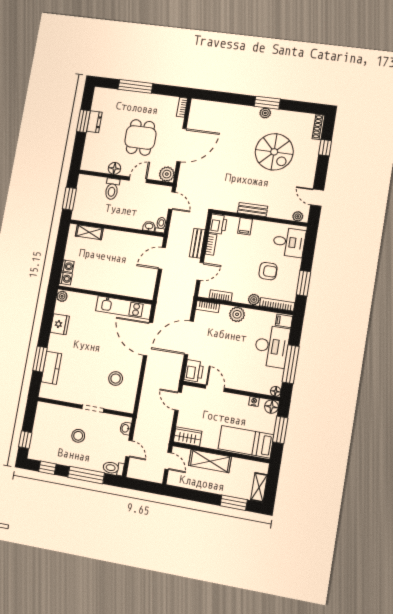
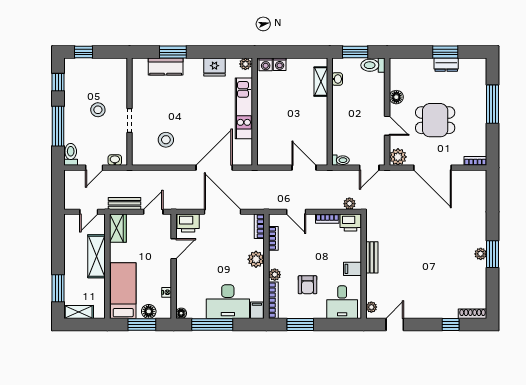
spiral stairs: (274, 152) -> (439, 271), removed
toilet: (112, 189) -> (373, 65), moved
plant: (201, 223) -> (349, 204), added
washbasin: (149, 226) -> (337, 79), moved
filing cabinet: (245, 226) -> (353, 269), moved
bench: (197, 243) -> (125, 203), moved
kitchen unit: (124, 308) -> (244, 108), moved
floor lamp: (271, 407) -> (149, 311), moved

